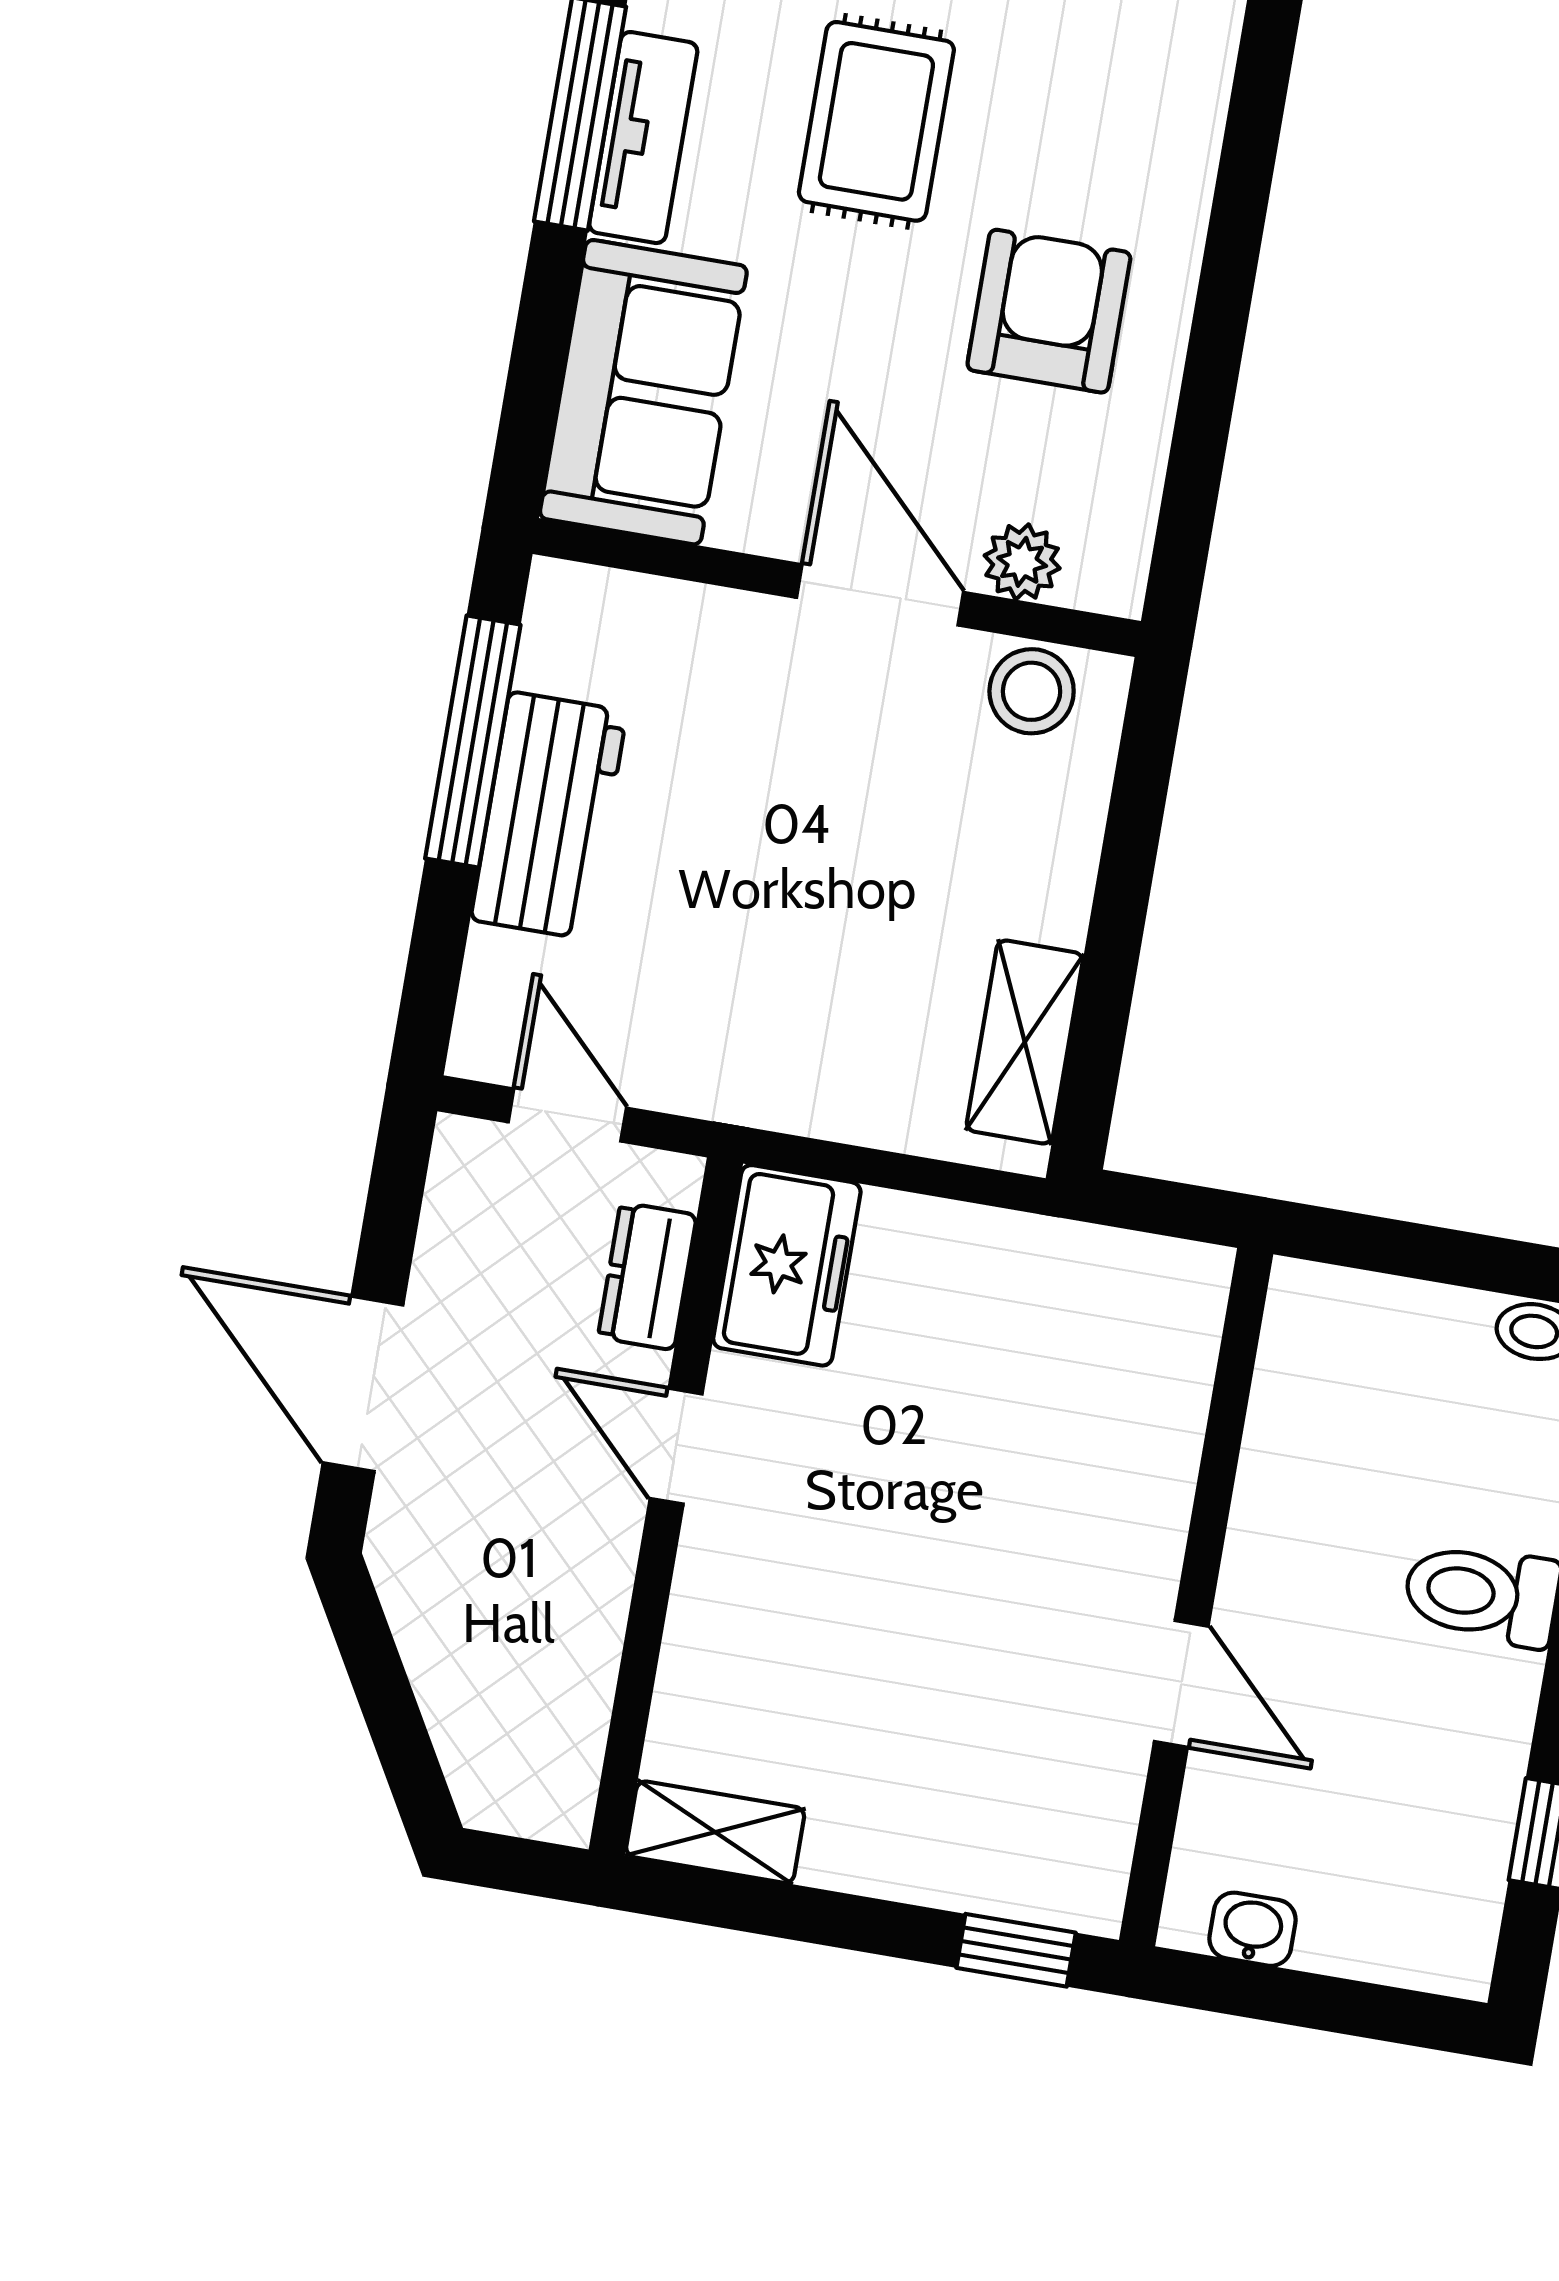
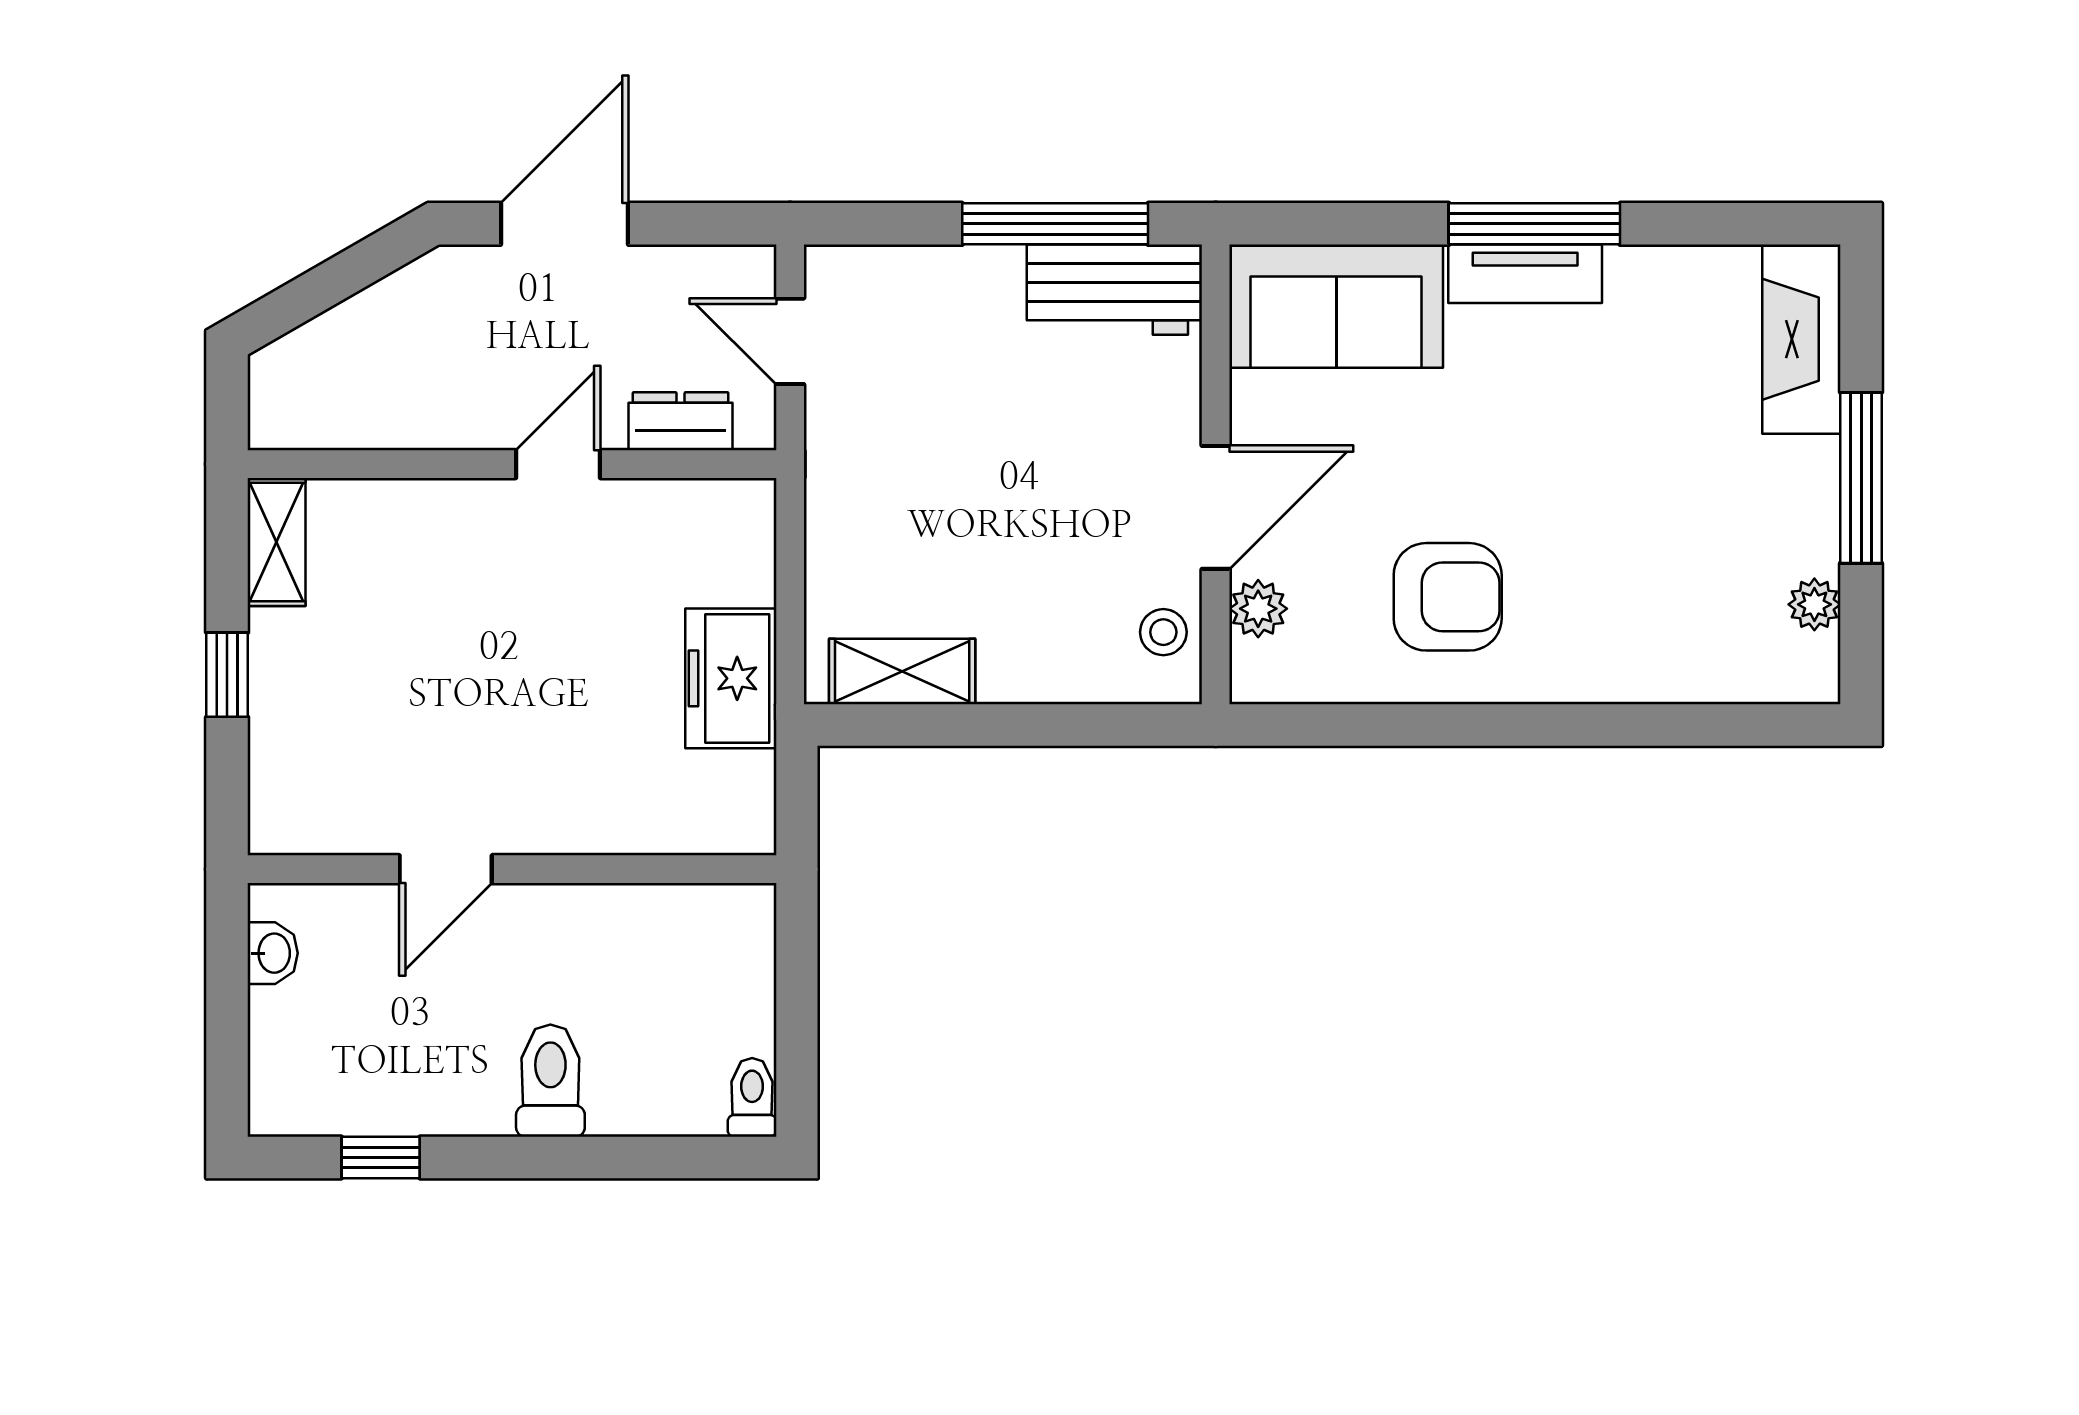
rug: (876, 121) -> (1567, 445), removed
stool: (1032, 691) -> (1163, 632), width x0.73, depth x0.73
workbench: (549, 816) -> (1114, 290), moved
door: (567, 1115) -> (790, 341), swing flipped
freezer: (787, 1265) -> (731, 678), moved, turned 90
window: (1016, 1950) -> (227, 675), moved

